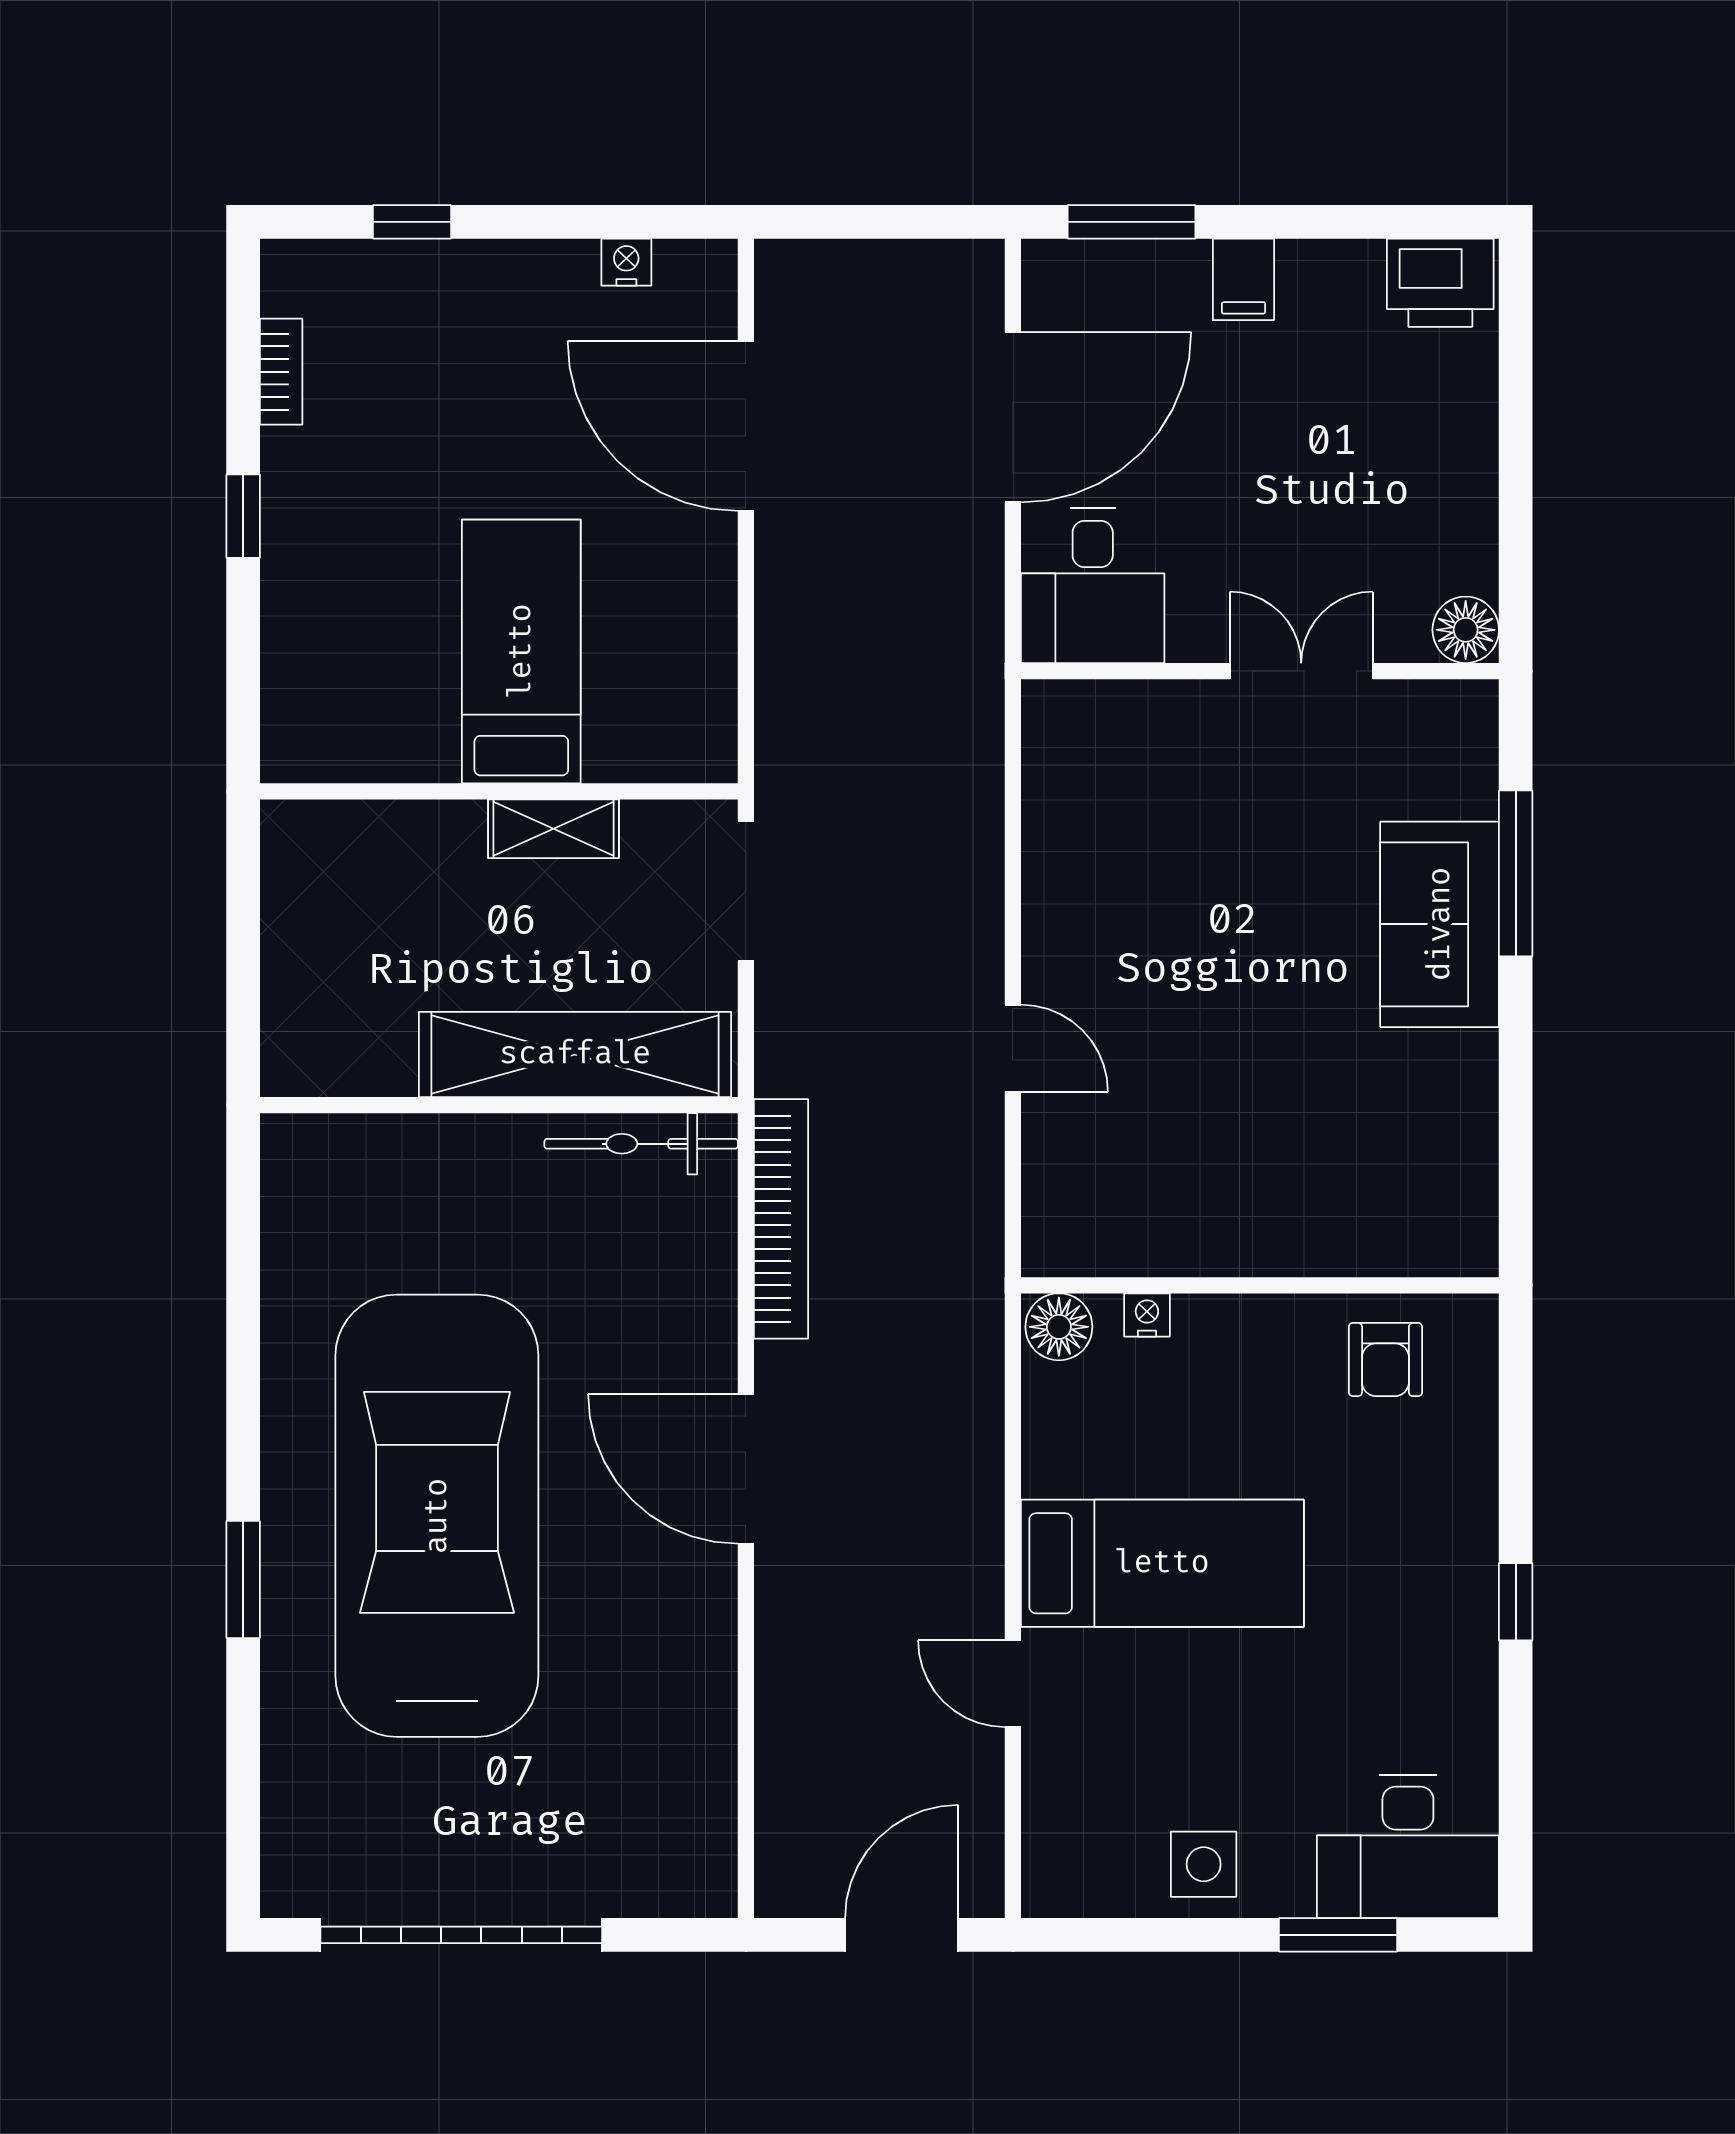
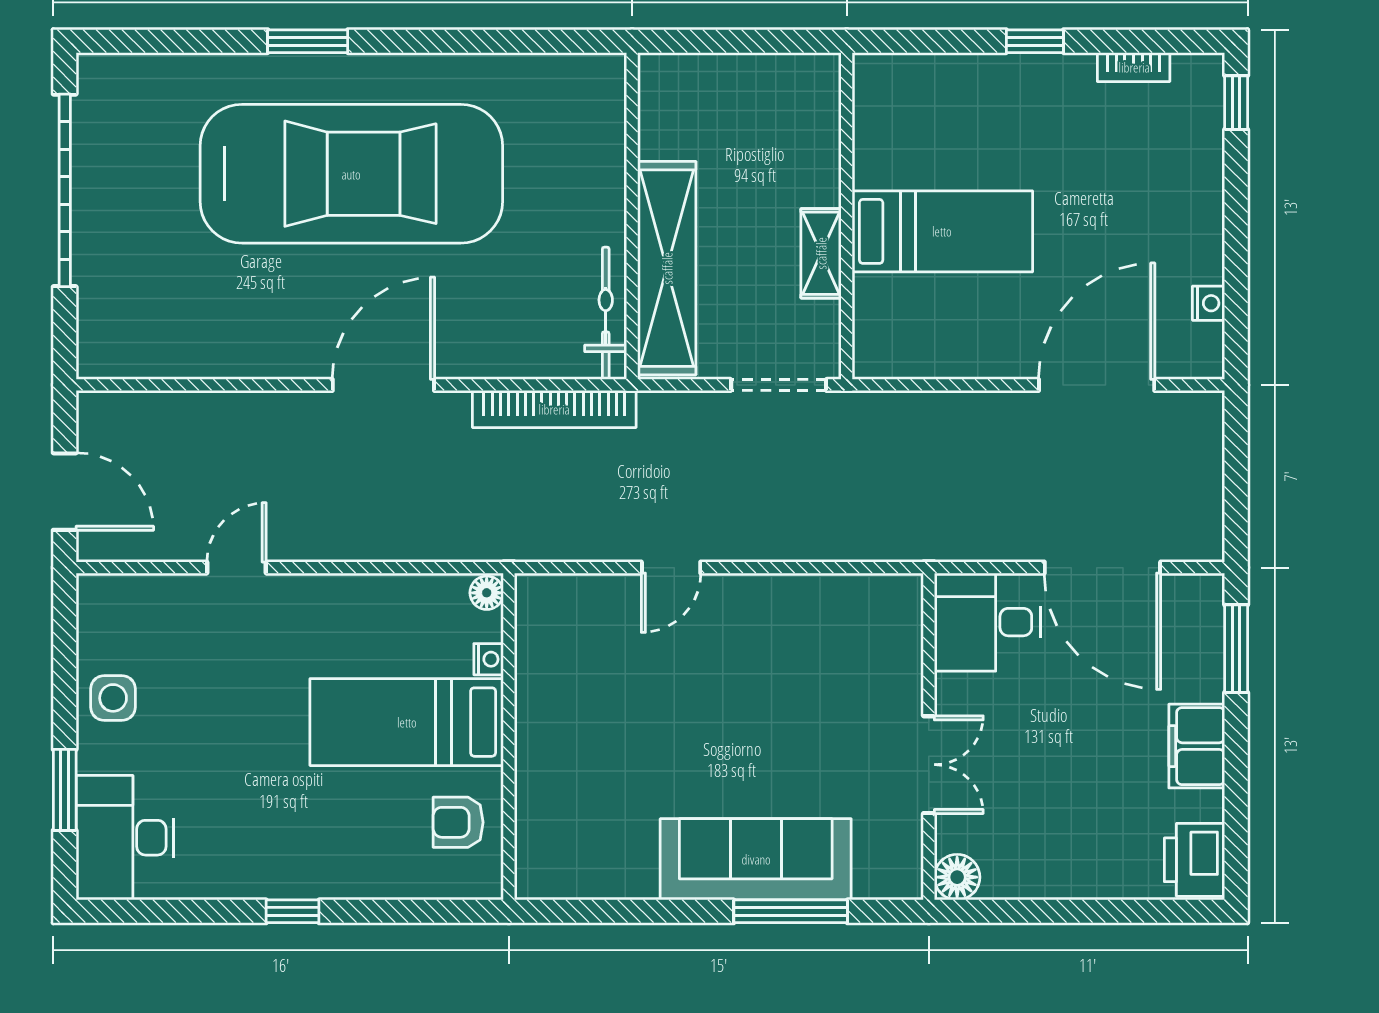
window: (412, 222) -> (1236, 103), moved
filing cabinet: (1243, 279) -> (1197, 746), width x2.00
sofa: (1440, 924) -> (756, 859), width x1.36
floor lamp: (1059, 1327) -> (487, 593), width x0.73, depth x0.73
bed: (1162, 1563) -> (407, 722), moved, turned 90

